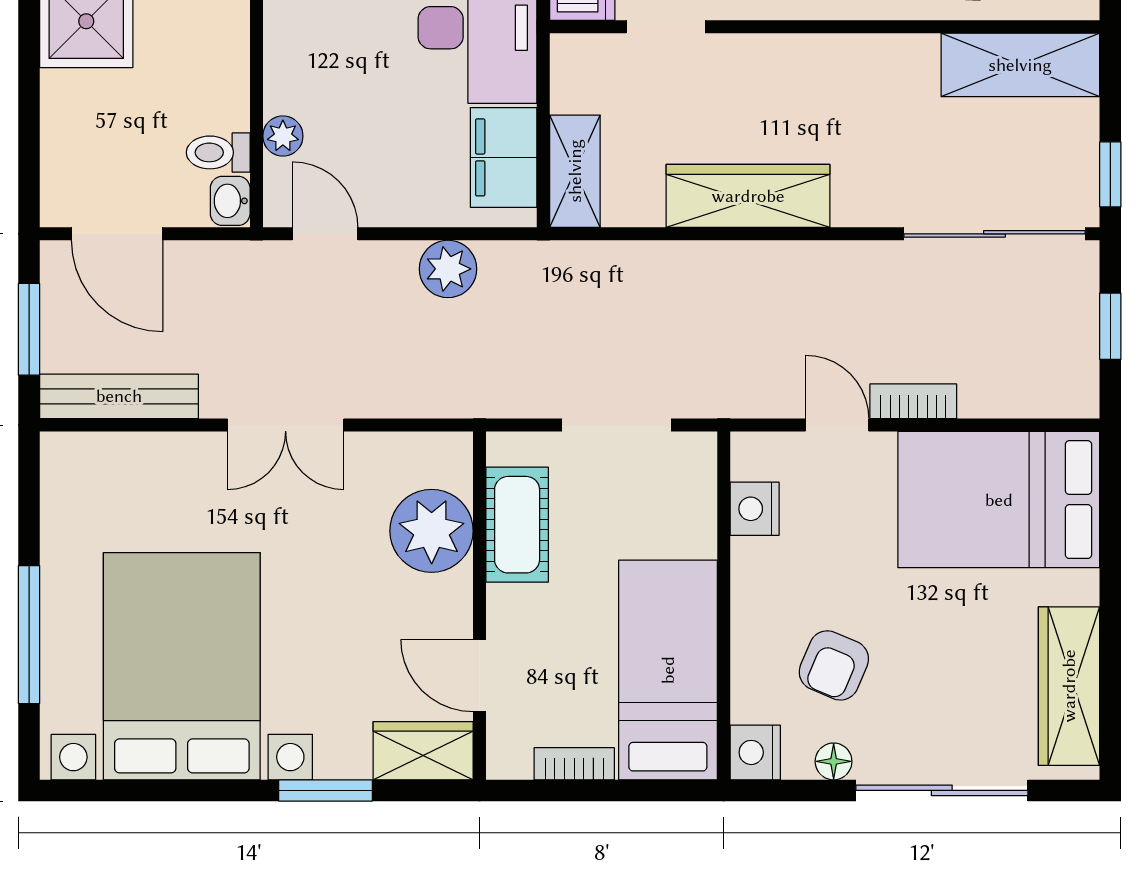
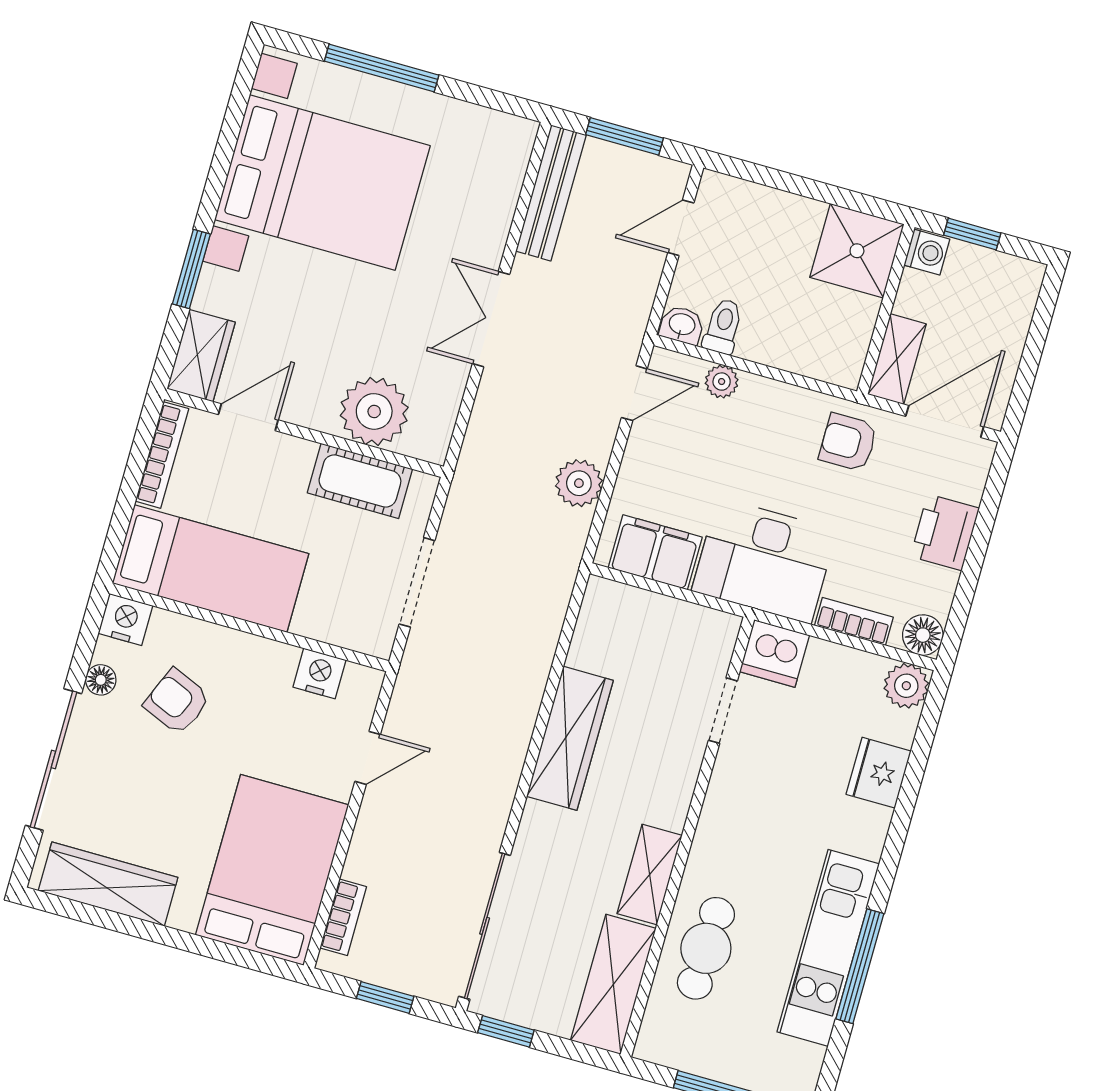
shelving: (575, 171) -> (650, 874), moved, turned 90
door: (117, 234) -> (681, 228), width x0.73
bookcase: (913, 401) -> (343, 917), moved
bookcase: (574, 764) -> (162, 455), width x1.56

